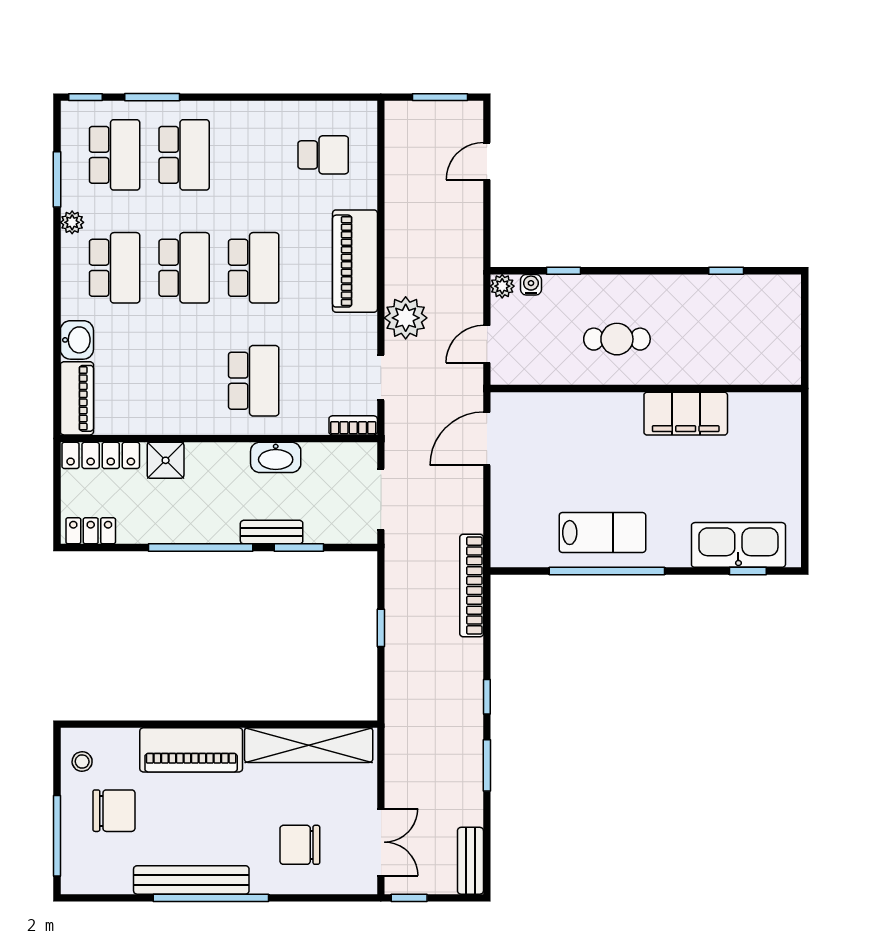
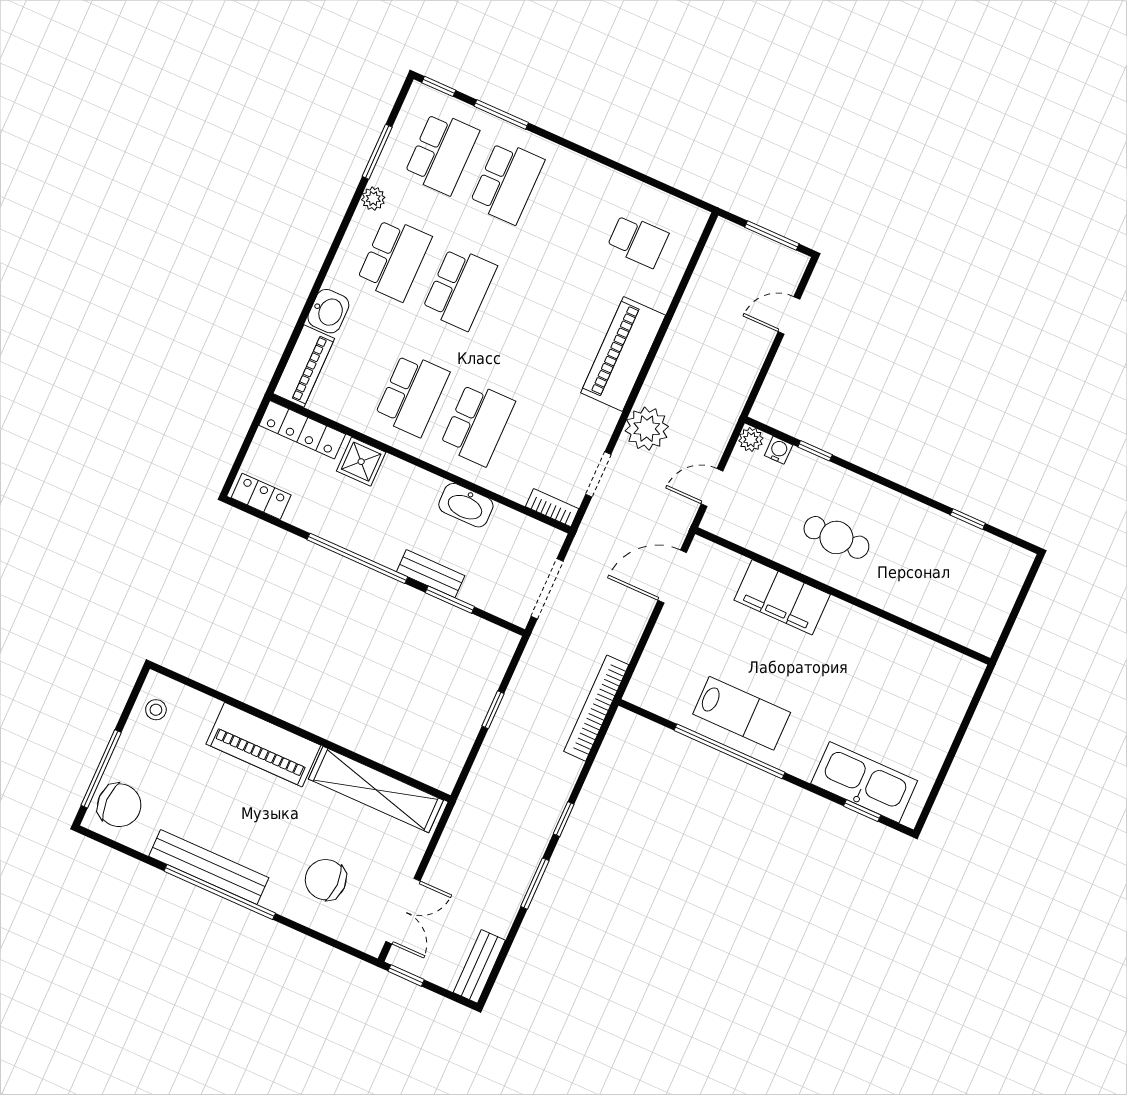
school desk: (254, 268) -> (412, 395), moved
filing cabinet: (686, 414) -> (782, 597), moved
chair: (114, 811) -> (119, 805), moved

